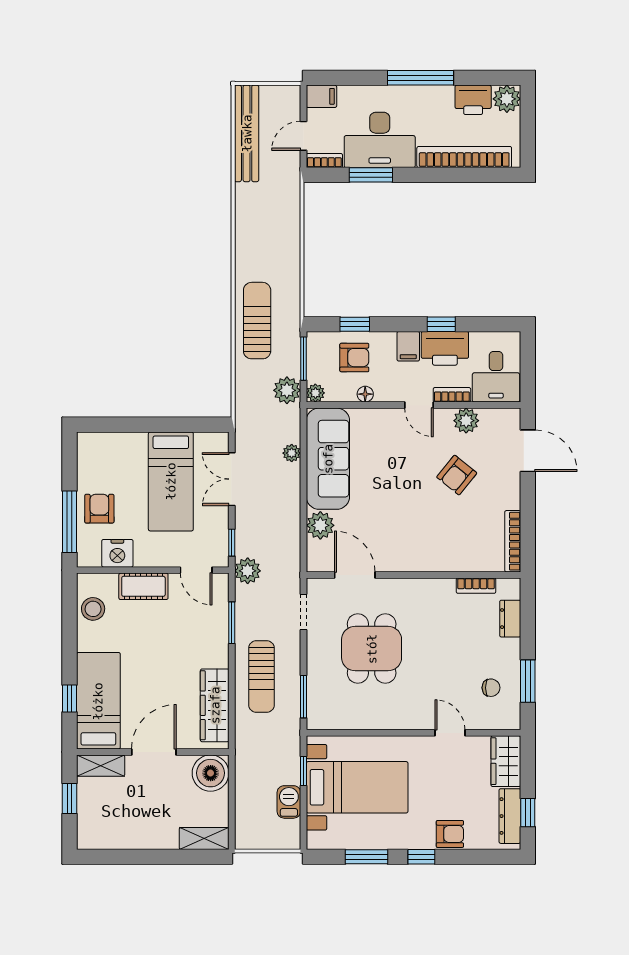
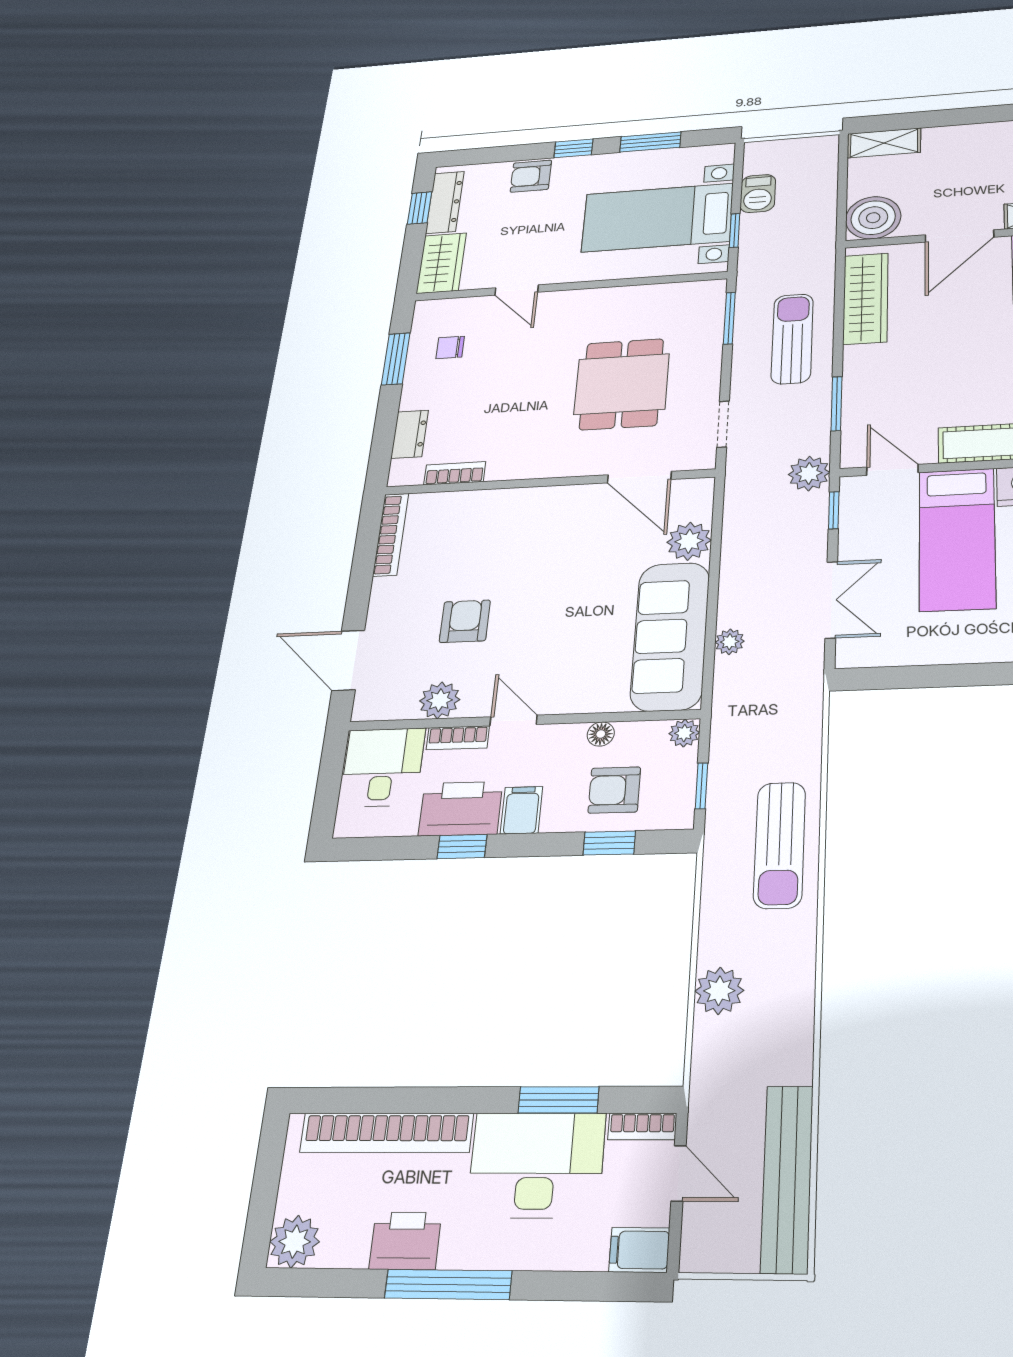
printer: (473, 100) -> (405, 1241), moved
door: (303, 136) -> (679, 1173), hinge flipped
window: (303, 359) -> (702, 786), width x0.67
plant: (287, 390) -> (719, 991), moved
armchair: (457, 475) -> (465, 621), turned -39
bed: (171, 481) -> (957, 539), moved, turned 180

